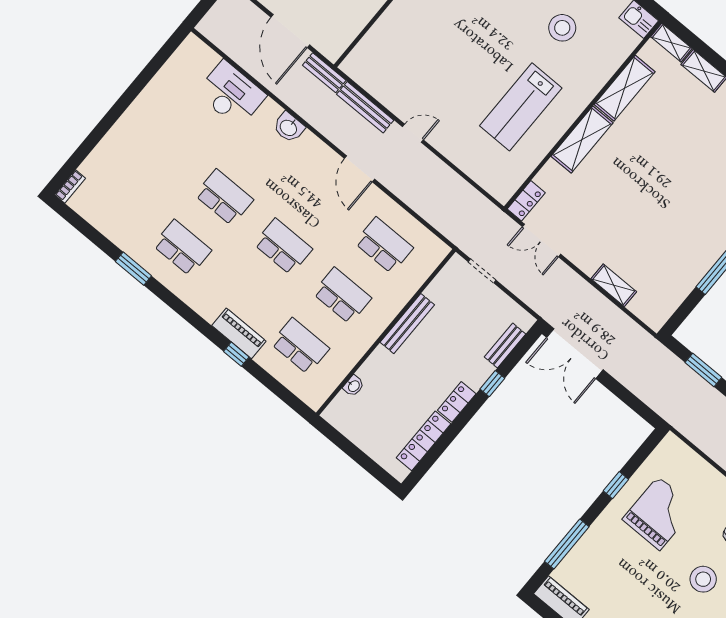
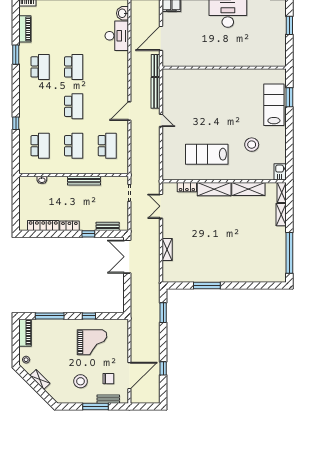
washbasin: (289, 127) -> (123, 13), moved
locker: (526, 201) -> (187, 187), moved
piano: (239, 333) -> (25, 29), moved

